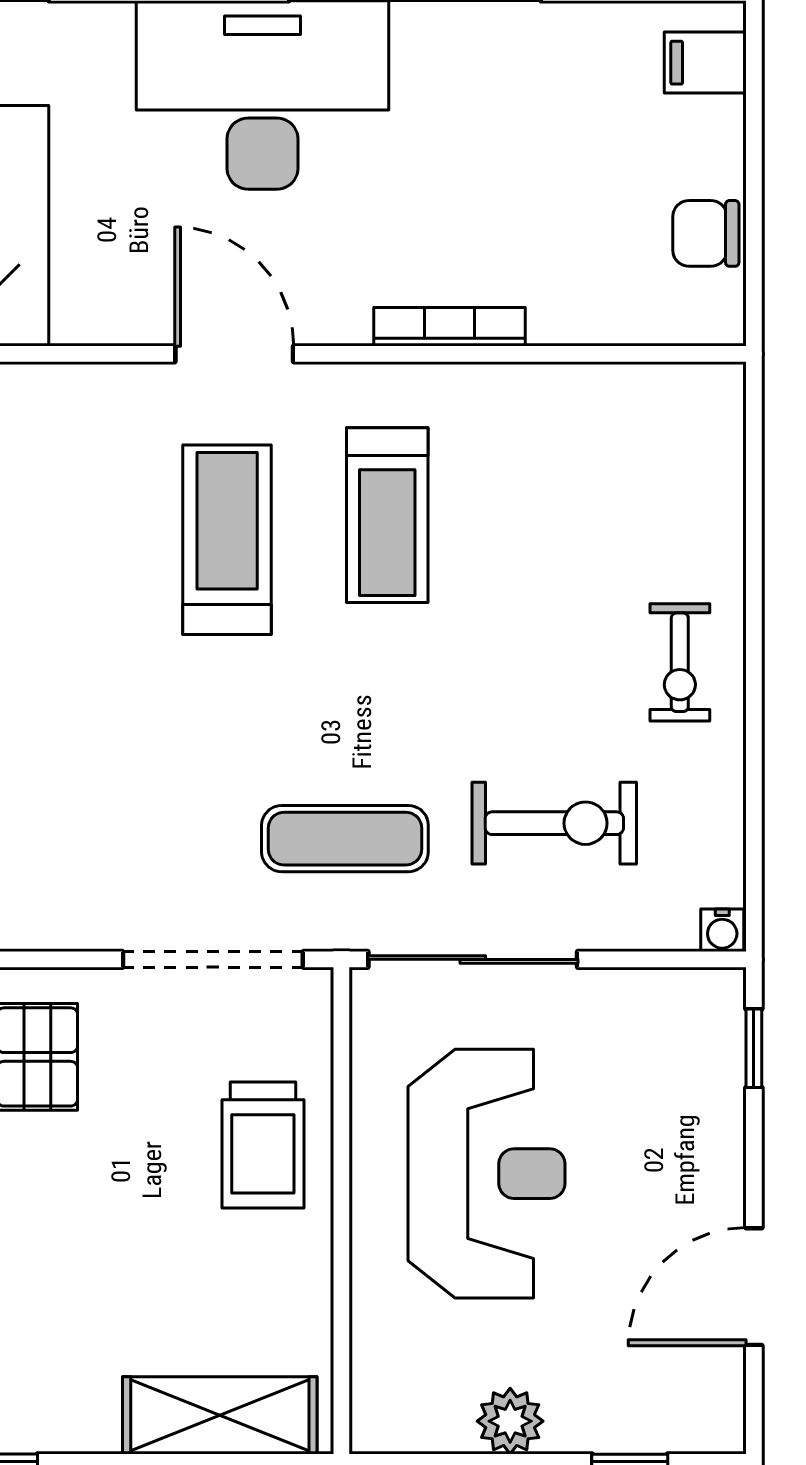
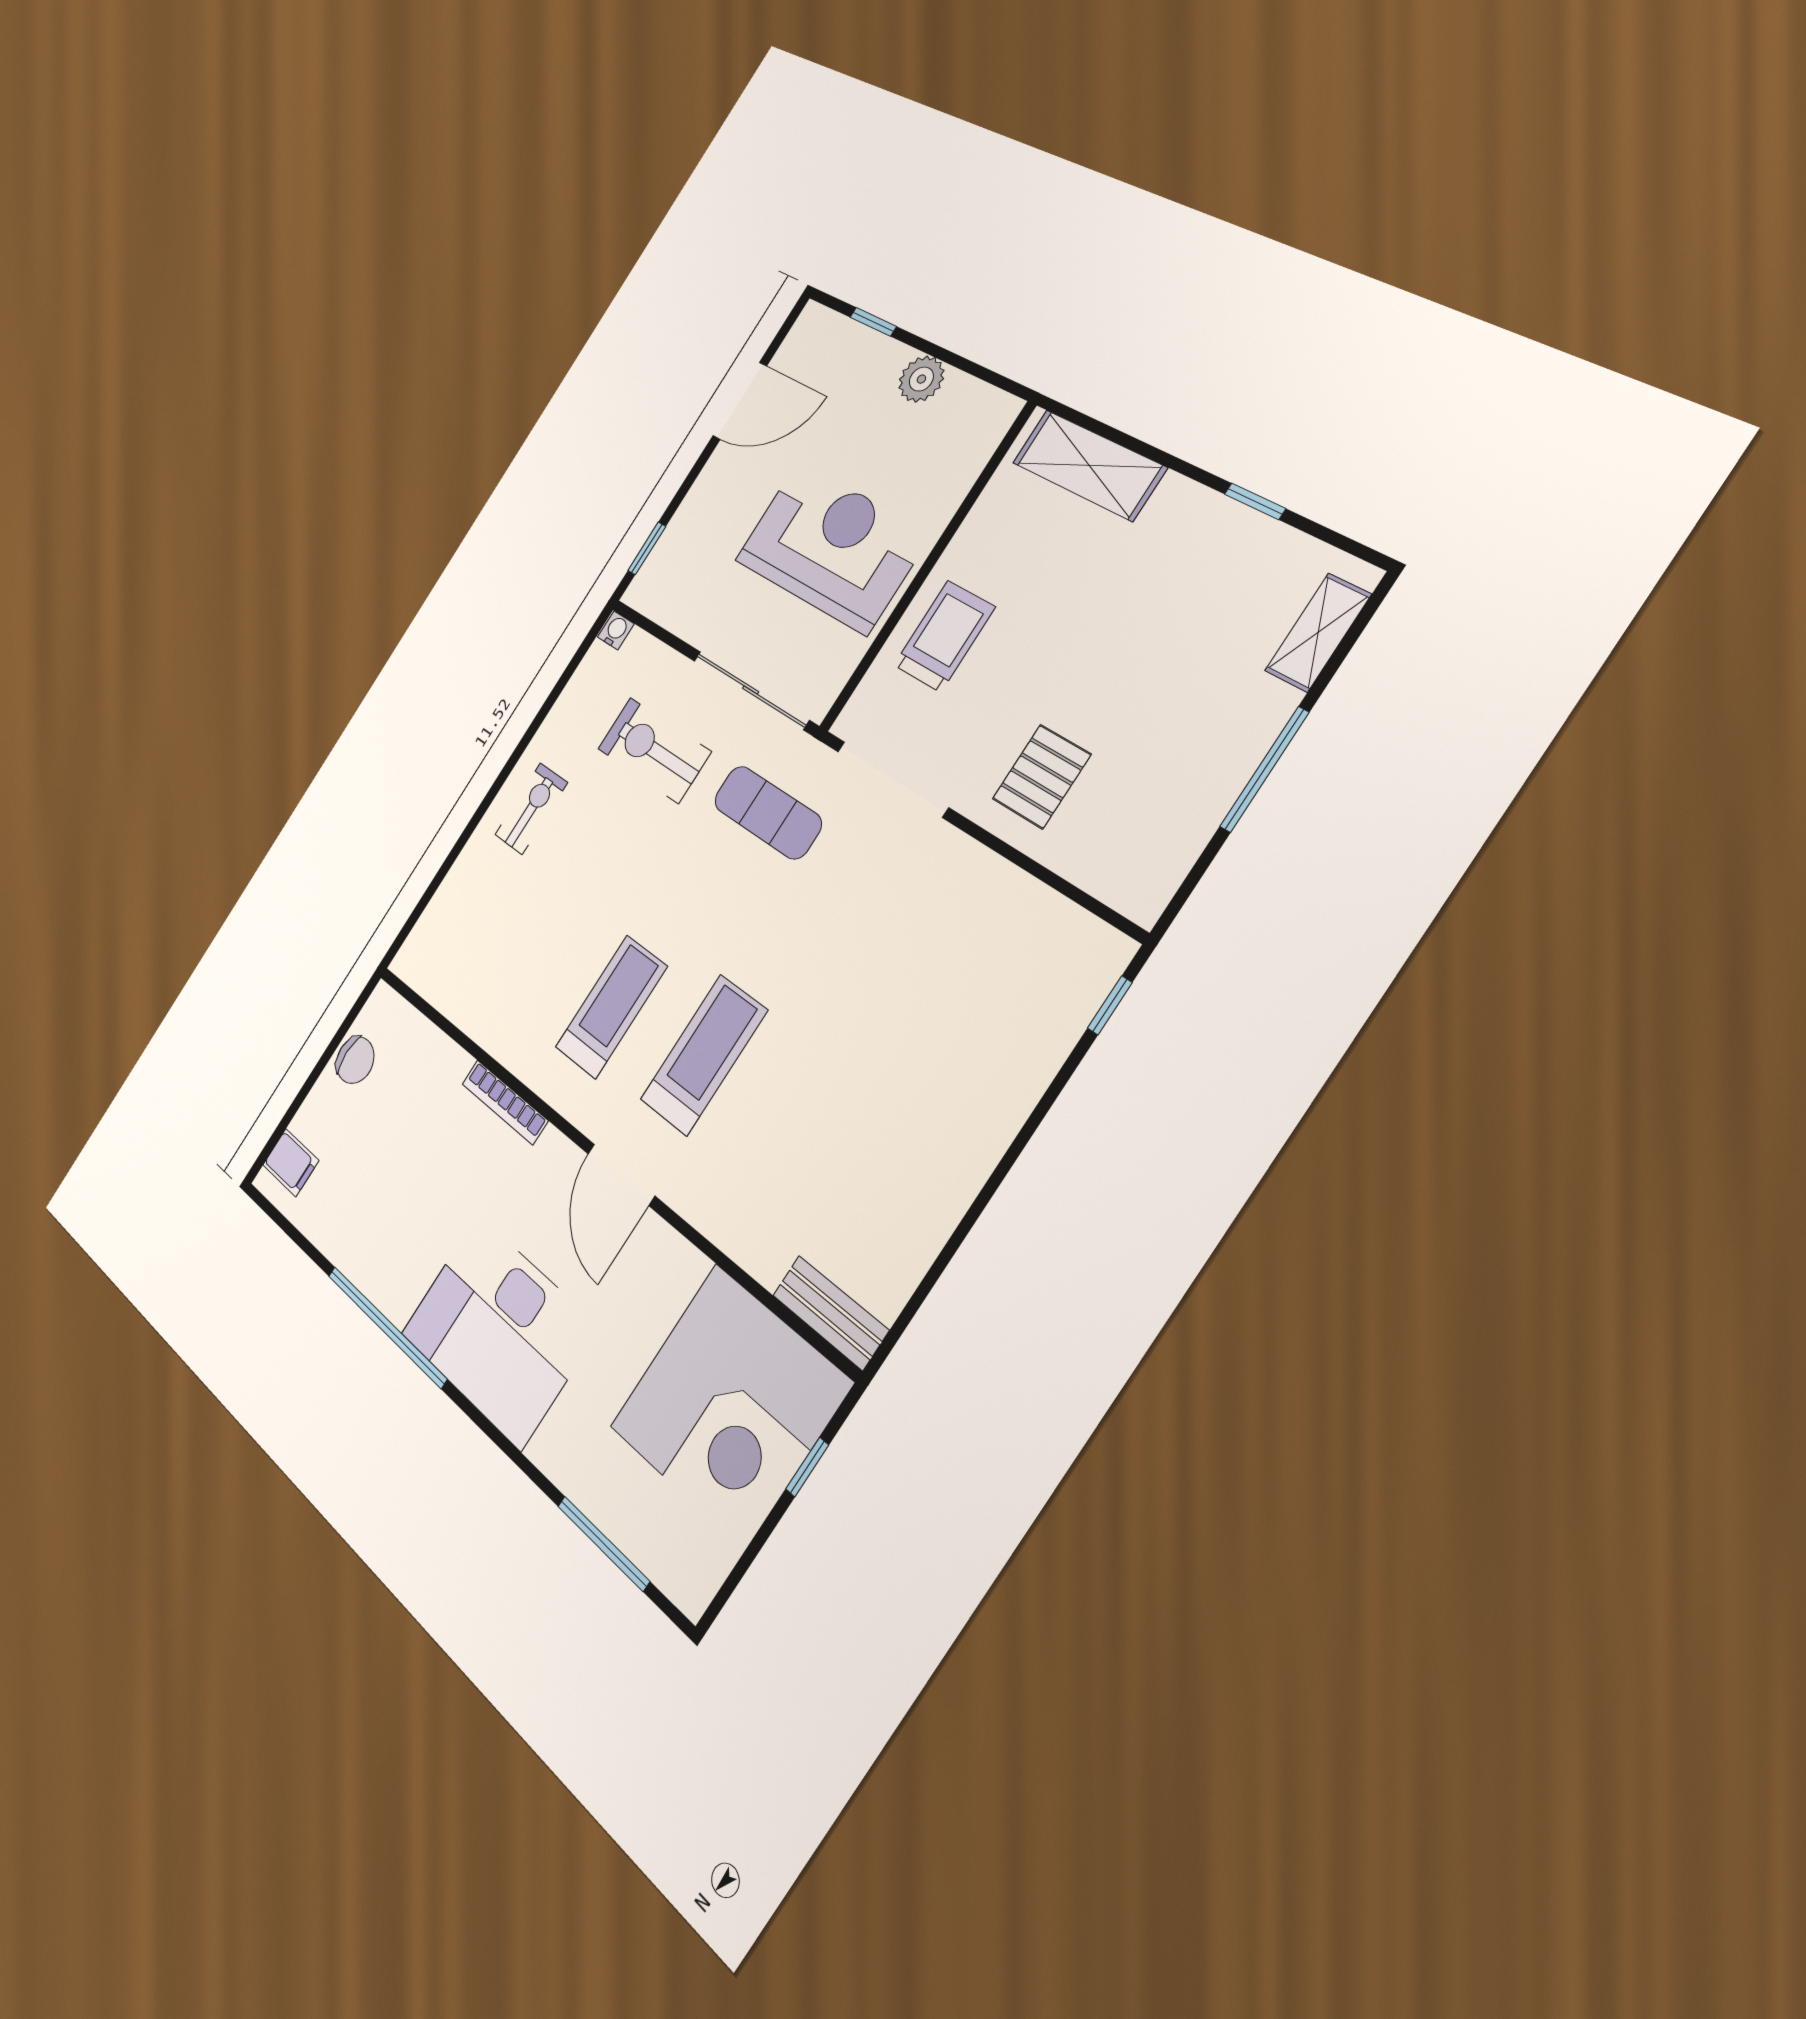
treadmill: (227, 540) -> (704, 1055), turned 180
reception desk: (486, 1174) -> (832, 547), turned 90

